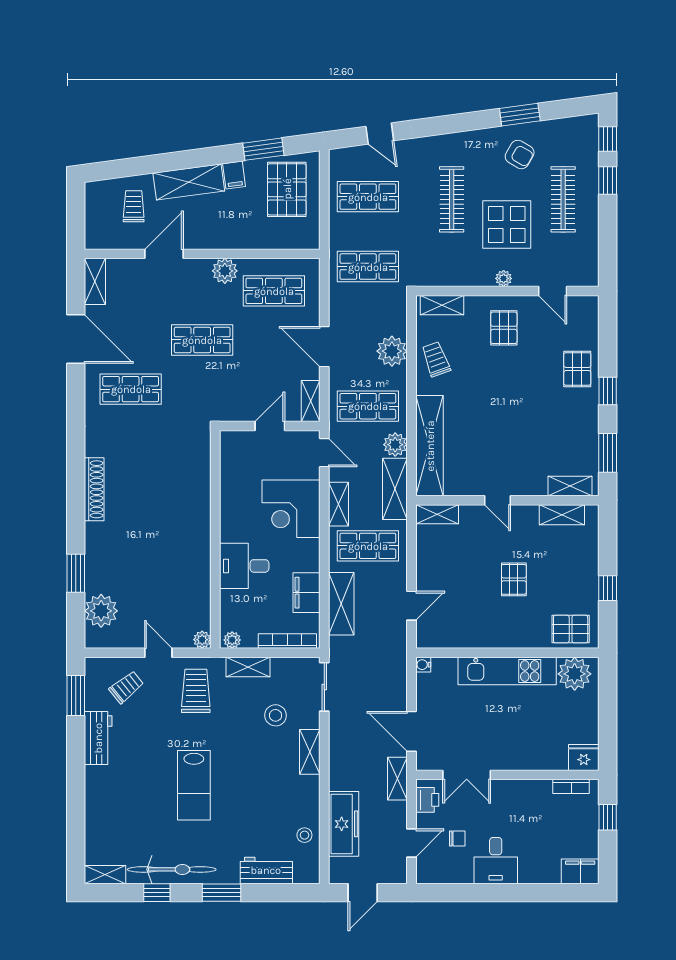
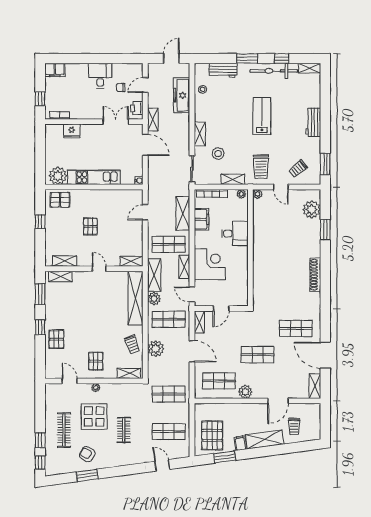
clothes rail: (452, 199) -> (124, 430), width x0.73
workbench: (98, 738) -> (313, 122), moved
fridge: (584, 757) -> (72, 131), moved

